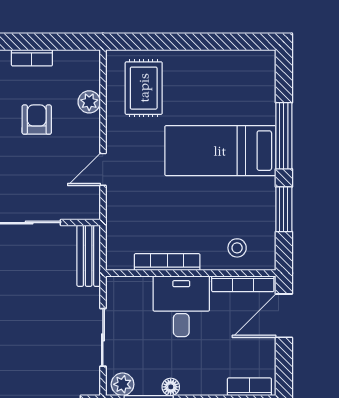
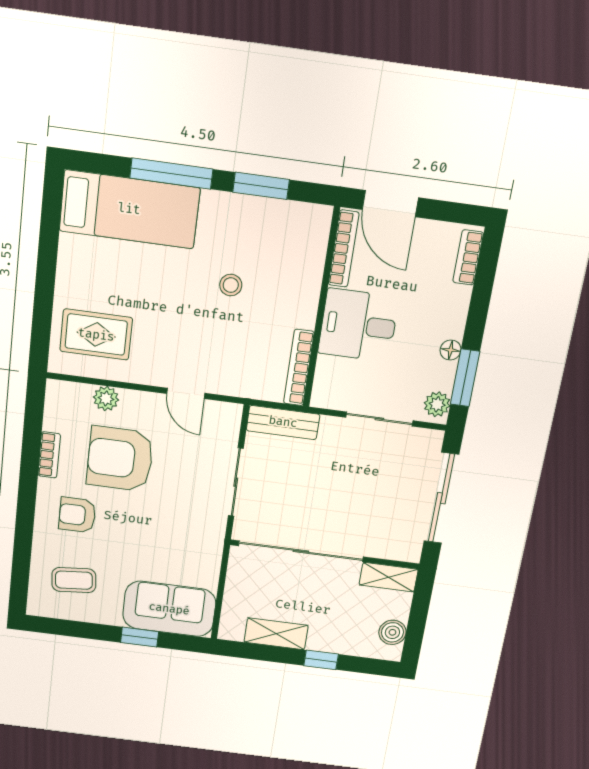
armchair: (37, 120) -> (120, 459), width x1.88, depth x1.88
bed: (220, 151) -> (129, 209), moved, turned -90
stool: (237, 248) -> (231, 285), moved
bookcase: (167, 262) -> (299, 368), moved

